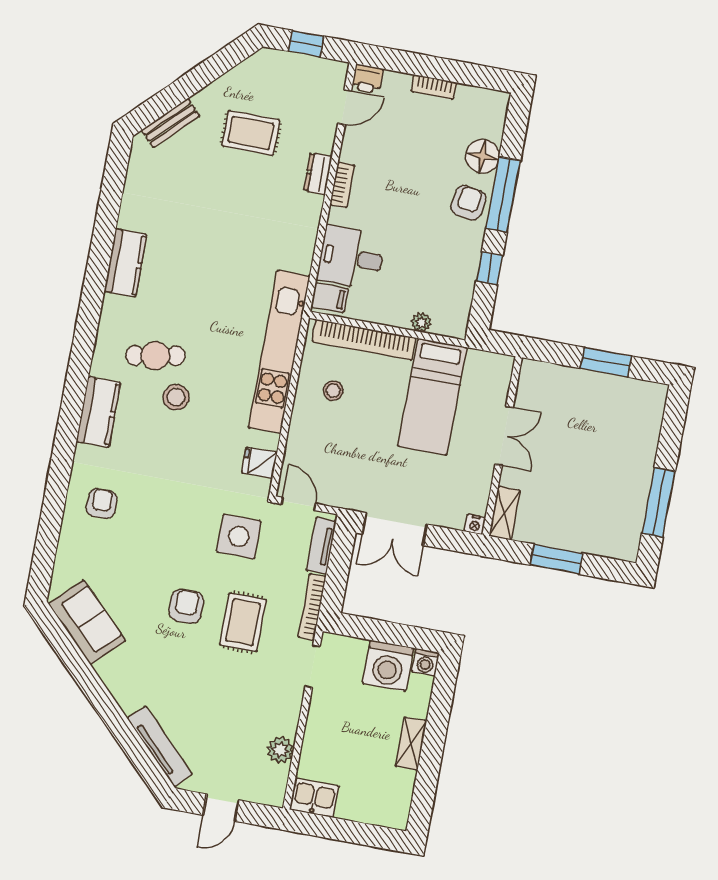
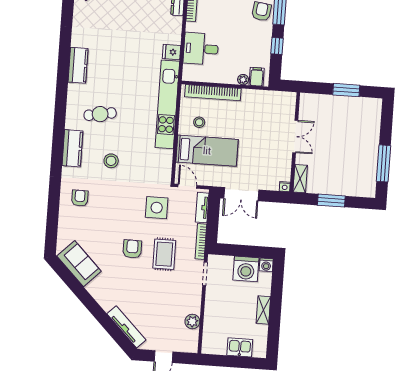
filing cabinet: (330, 298) -> (257, 77), moved, turned -90
stool: (176, 397) -> (111, 161), moved
bed: (432, 397) -> (207, 151), moved, turned -90
fridge: (259, 463) -> (172, 52), moved
kitchen sink: (314, 798) -> (240, 347), moved

